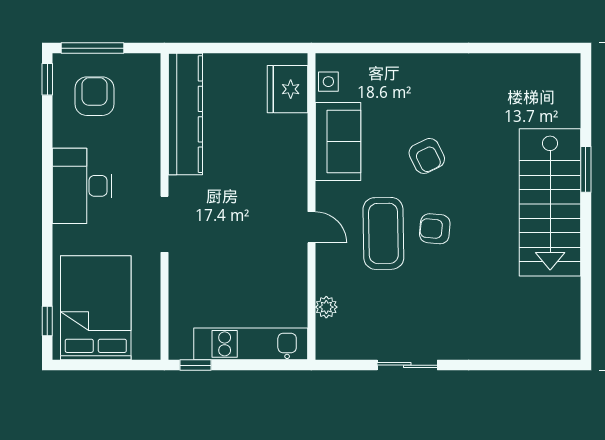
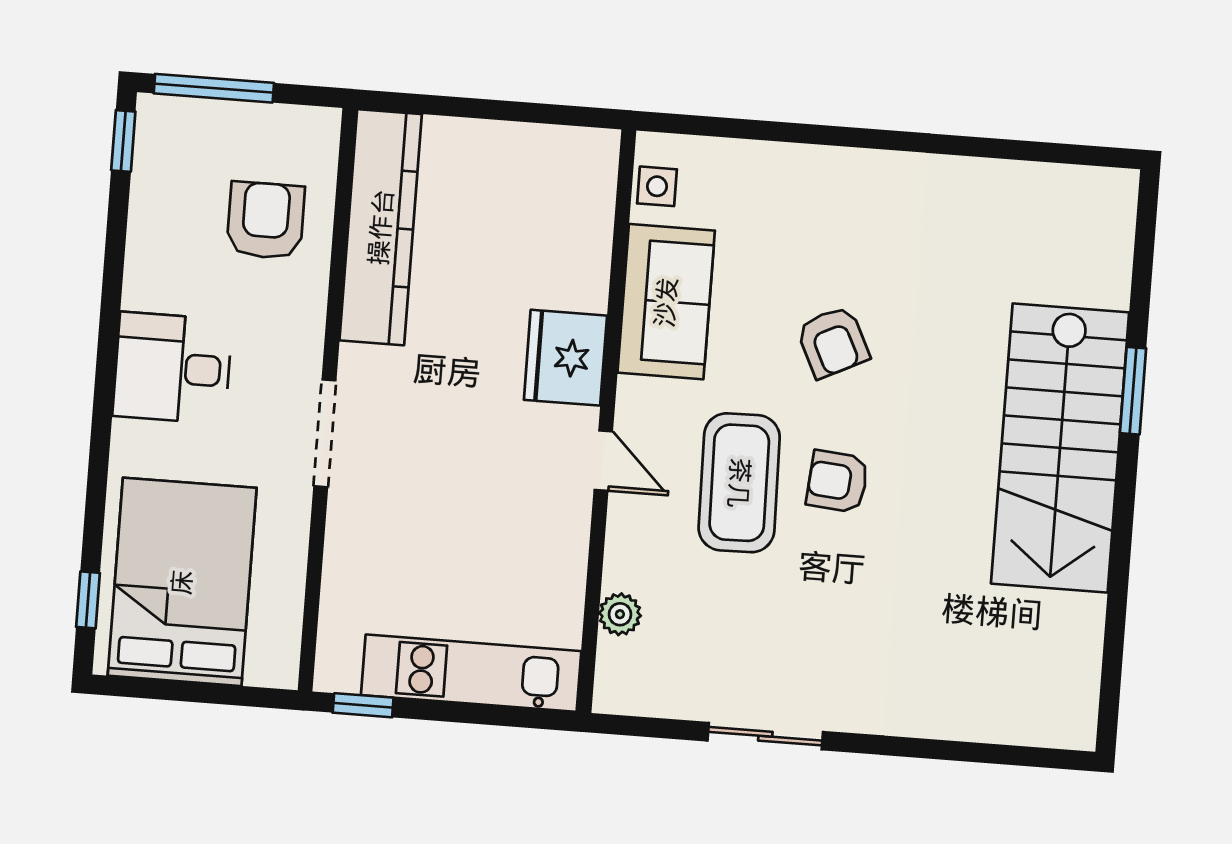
fridge: (287, 89) -> (565, 358), moved
armchair: (94, 96) -> (266, 220), moved
desk: (82, 186) -> (172, 368), width x0.73

